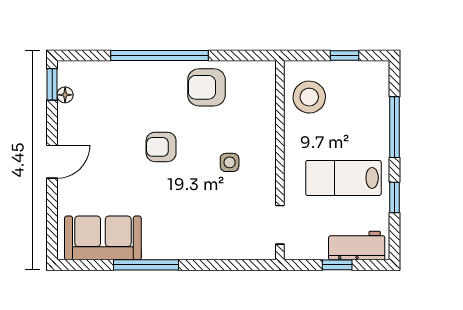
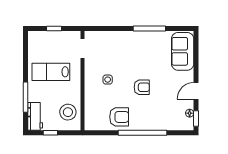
door: (52, 162) -> (196, 91), moved
lab bench: (343, 178) -> (51, 72), turned 180
window: (394, 197) -> (25, 62), removed
sofa: (103, 238) -> (183, 51), moved, turned 90
workbench: (357, 246) -> (35, 116), moved, turned -90

